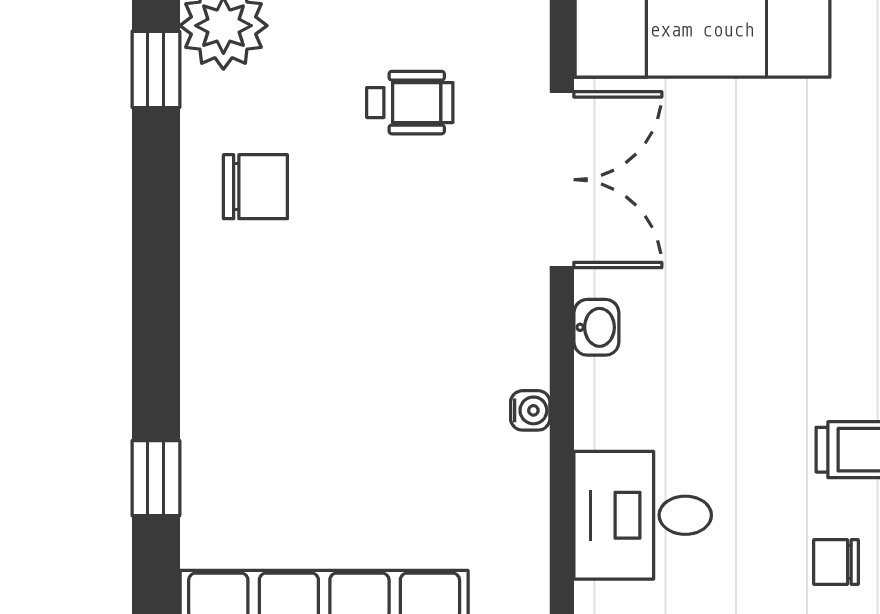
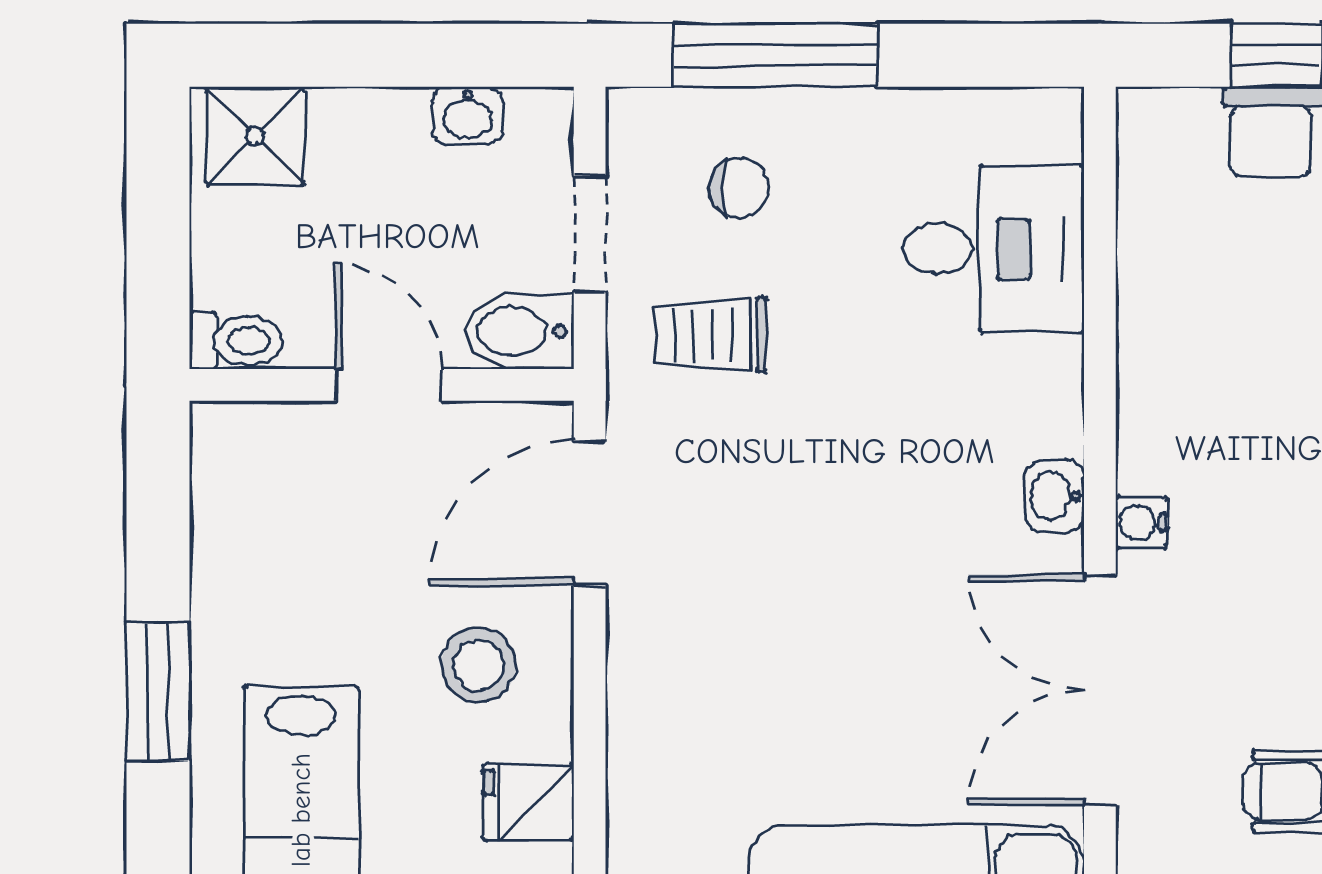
water cooler: (530, 410) -> (1141, 522), moved

